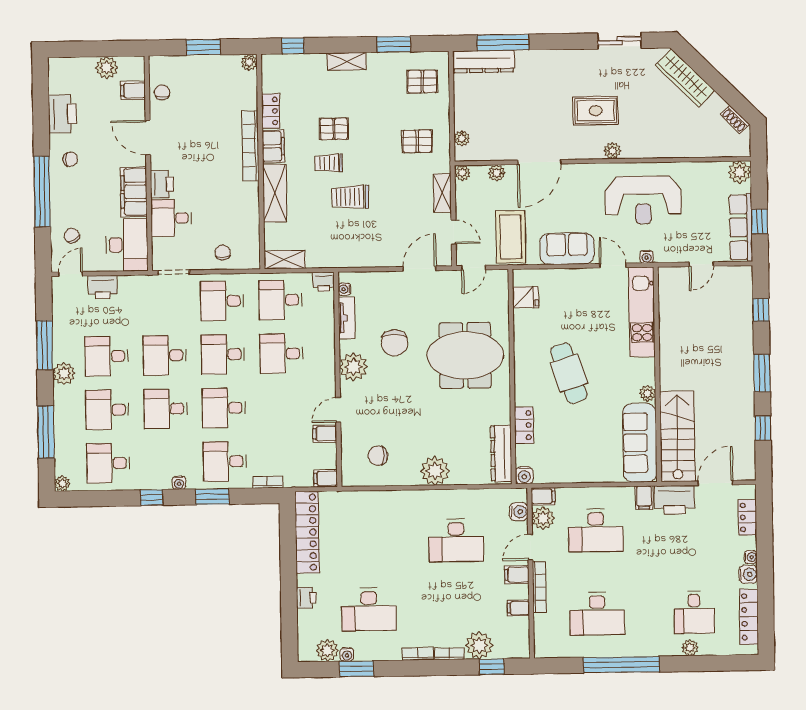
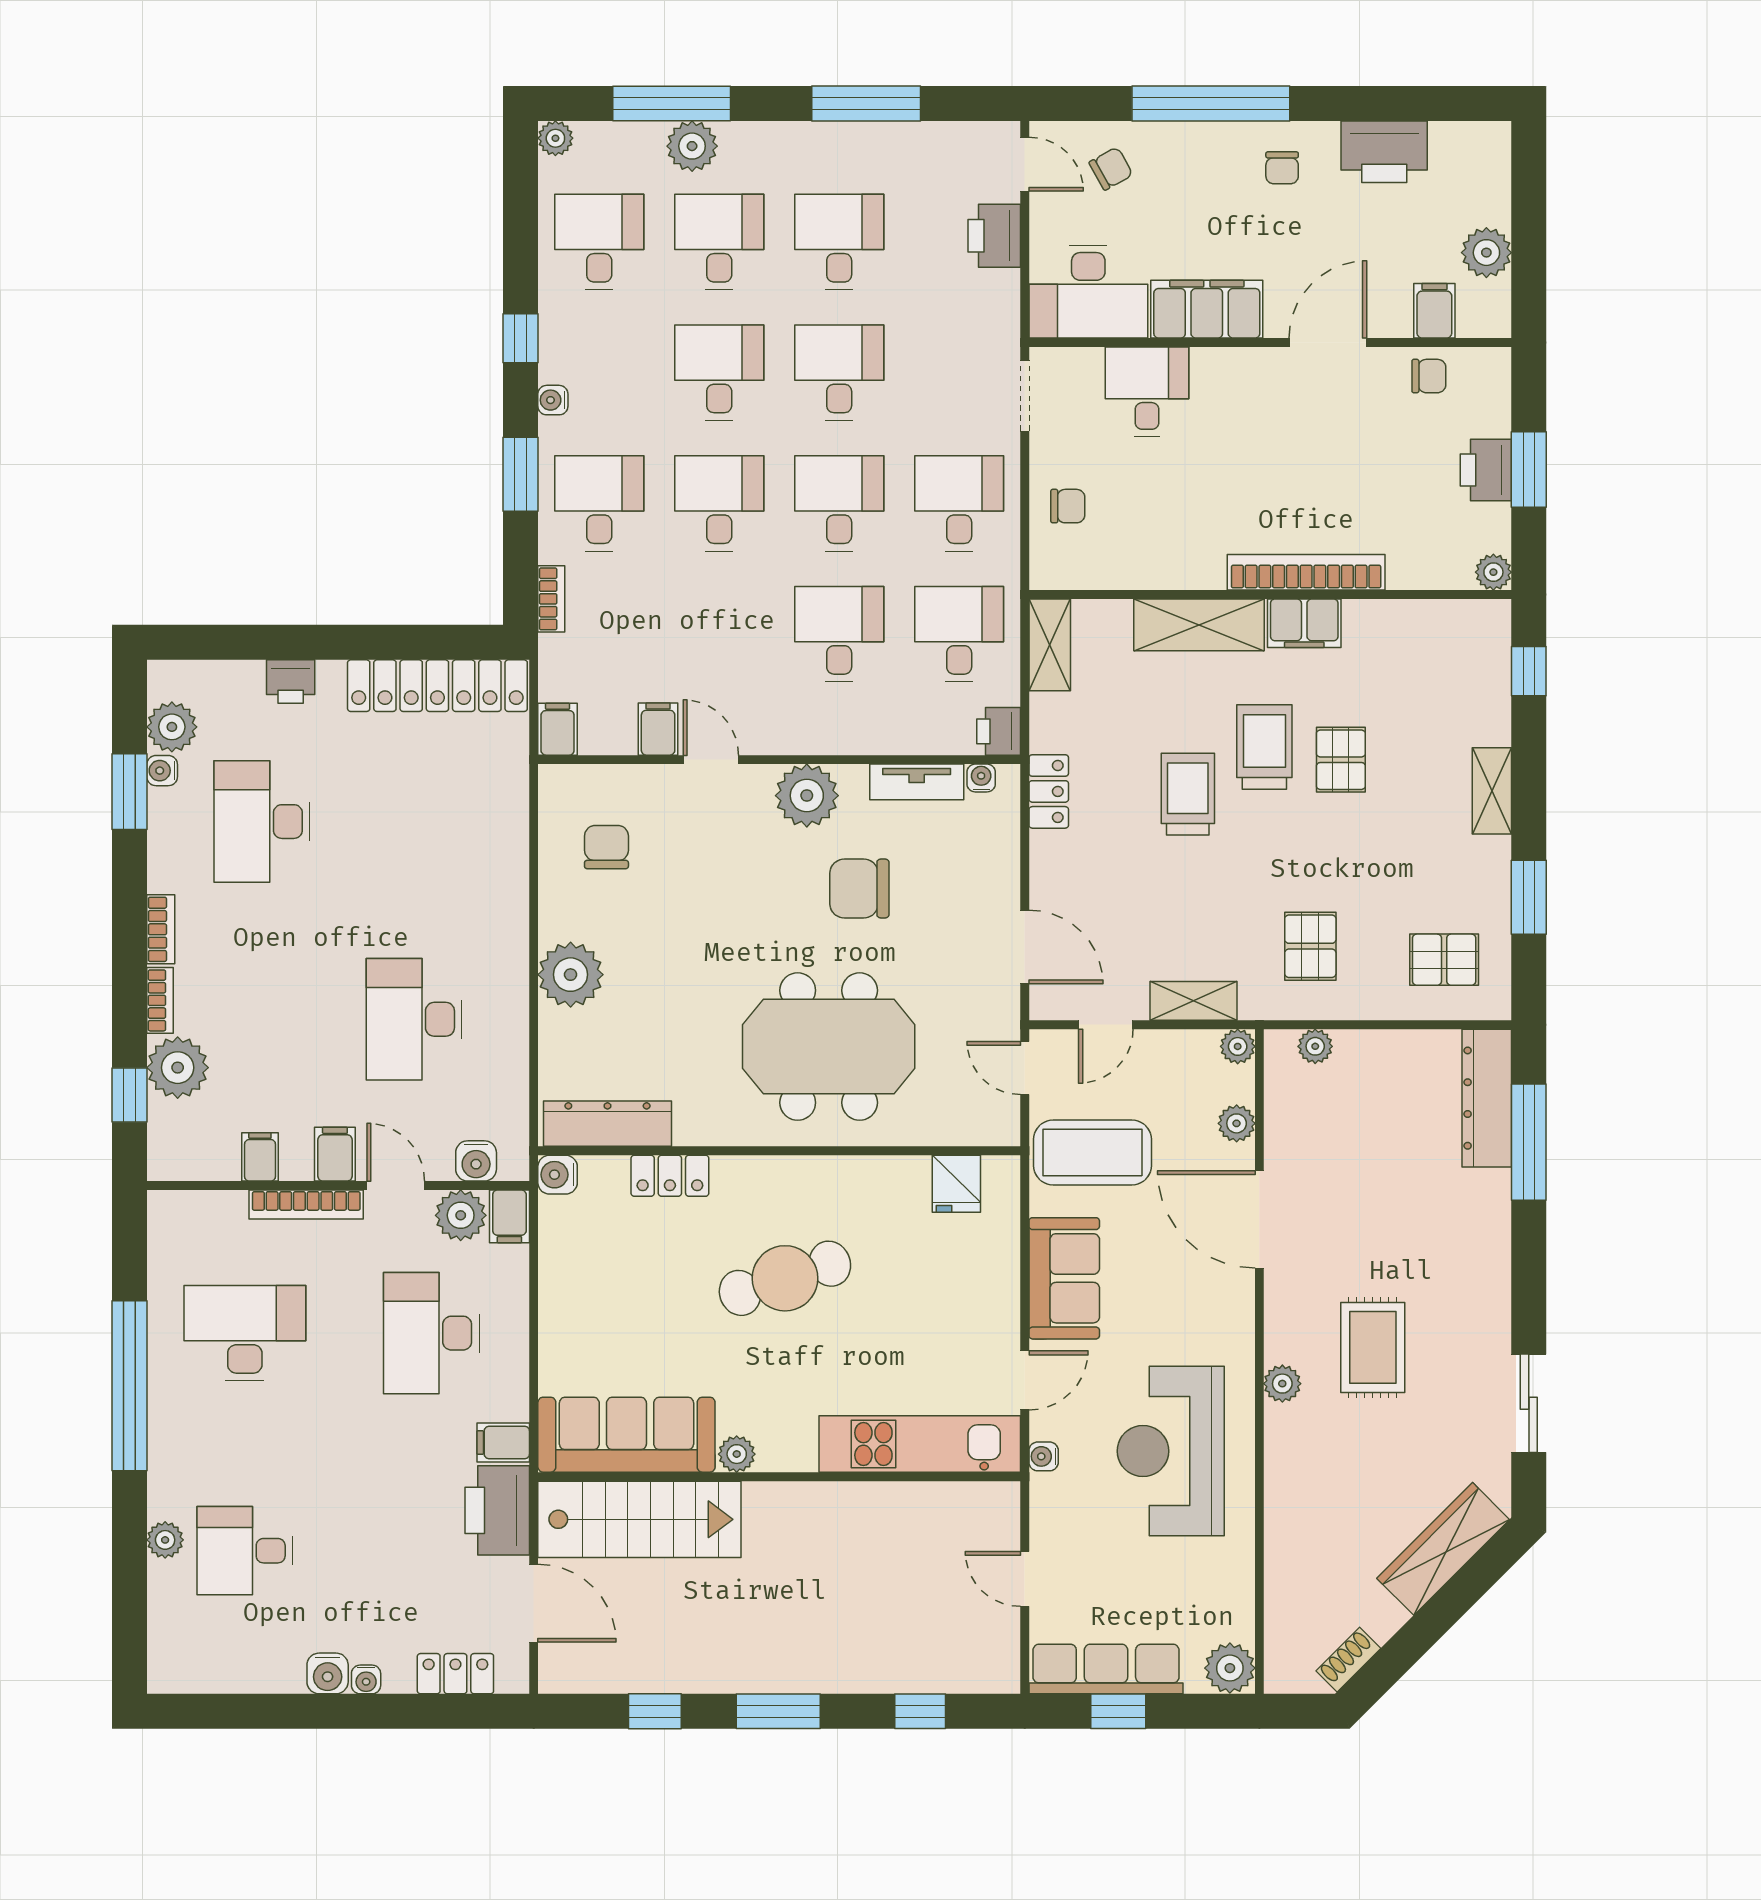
pallet: (422, 82) -> (1444, 960), turned 90
locker: (271, 111) -> (1049, 791), moved, turned -90
trolley: (329, 163) -> (1264, 747), width x1.36, depth x1.39
printer: (162, 184) -> (1486, 470), moved, turned 90
meeting table: (465, 355) -> (829, 1047), turned 90
plant: (64, 374) -> (692, 146), moved
desk: (597, 614) -> (245, 1333), turned 90
locker: (749, 617) -> (232, 1673), removed

